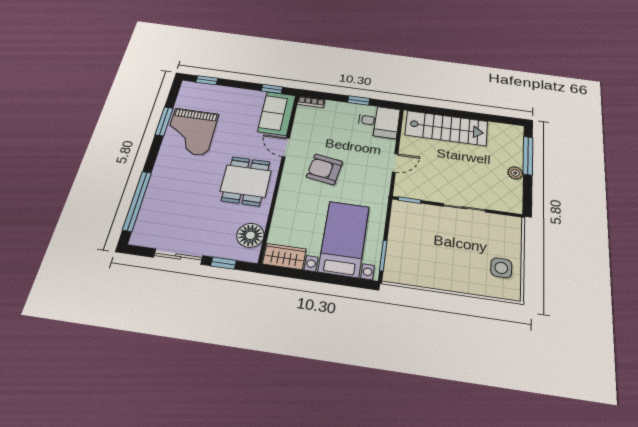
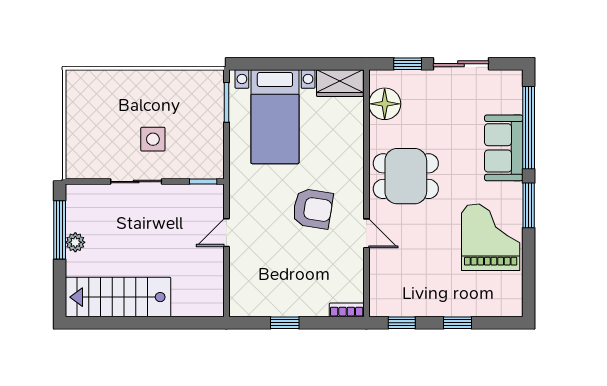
window: (207, 80) -> (458, 323), moved
sofa: (277, 113) -> (504, 148), moved, turned 180
window: (164, 121) -> (529, 205), moved
desk: (379, 121) -> (255, 293), removed
stairs: (446, 128) -> (118, 297), moved
window: (528, 156) -> (60, 230), moved
dining table: (246, 181) -> (406, 176), turned 90
side table: (501, 268) -> (153, 139), moved

